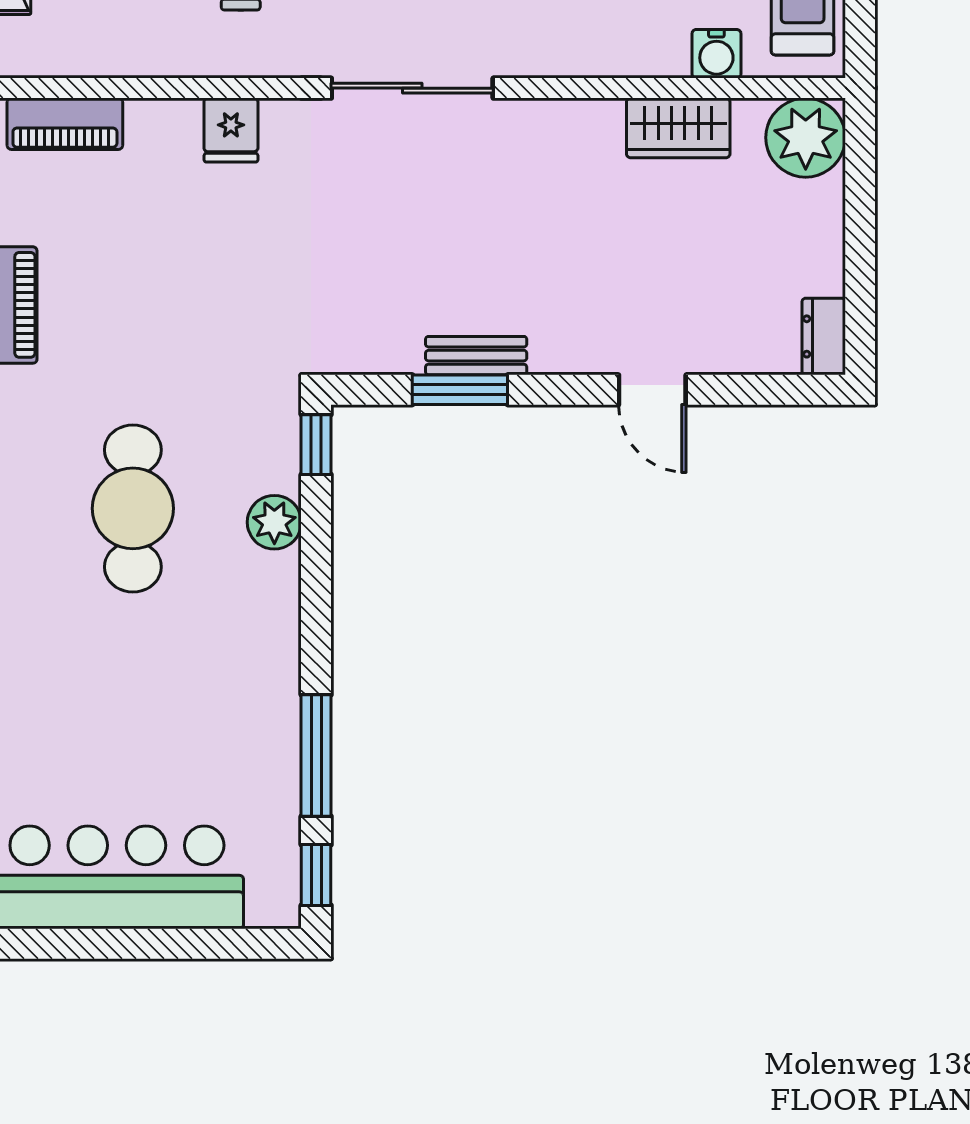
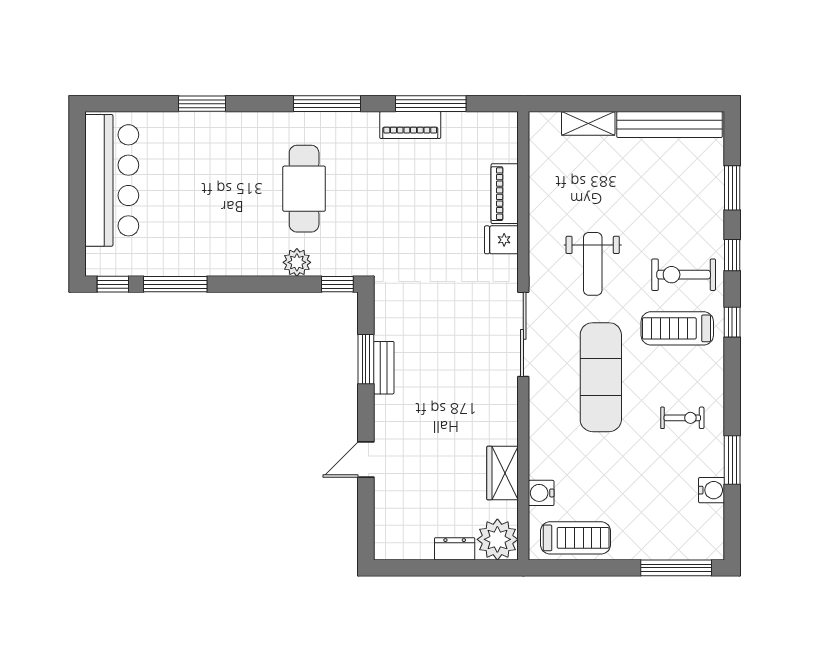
piano: (65, 124) -> (505, 194), moved
dresser: (824, 336) -> (455, 549), moved
cafe table: (133, 508) -> (304, 189), turned 90

